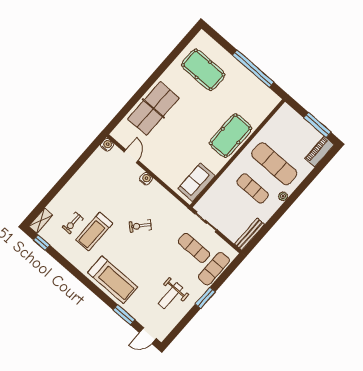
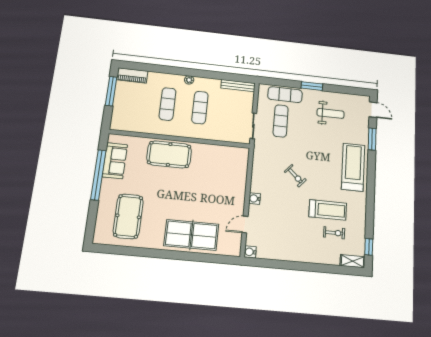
exercise mat: (274, 164) -> (168, 104), width x0.73, depth x0.69
sofa: (197, 182) -> (115, 161), moved, turned -90

